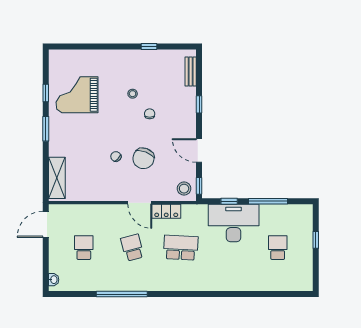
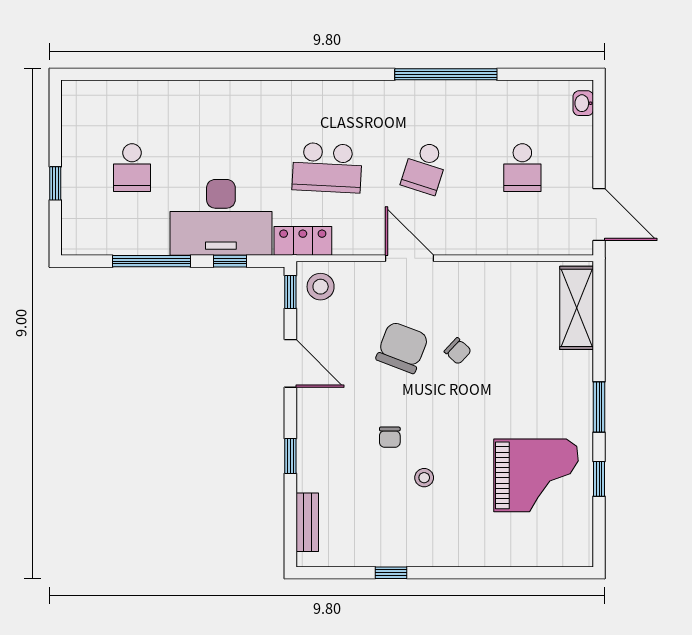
locker: (166, 211) -> (303, 241), moved
door: (46, 224) -> (599, 215), hinge flipped
school desk: (132, 248) -> (425, 168), turned 33

